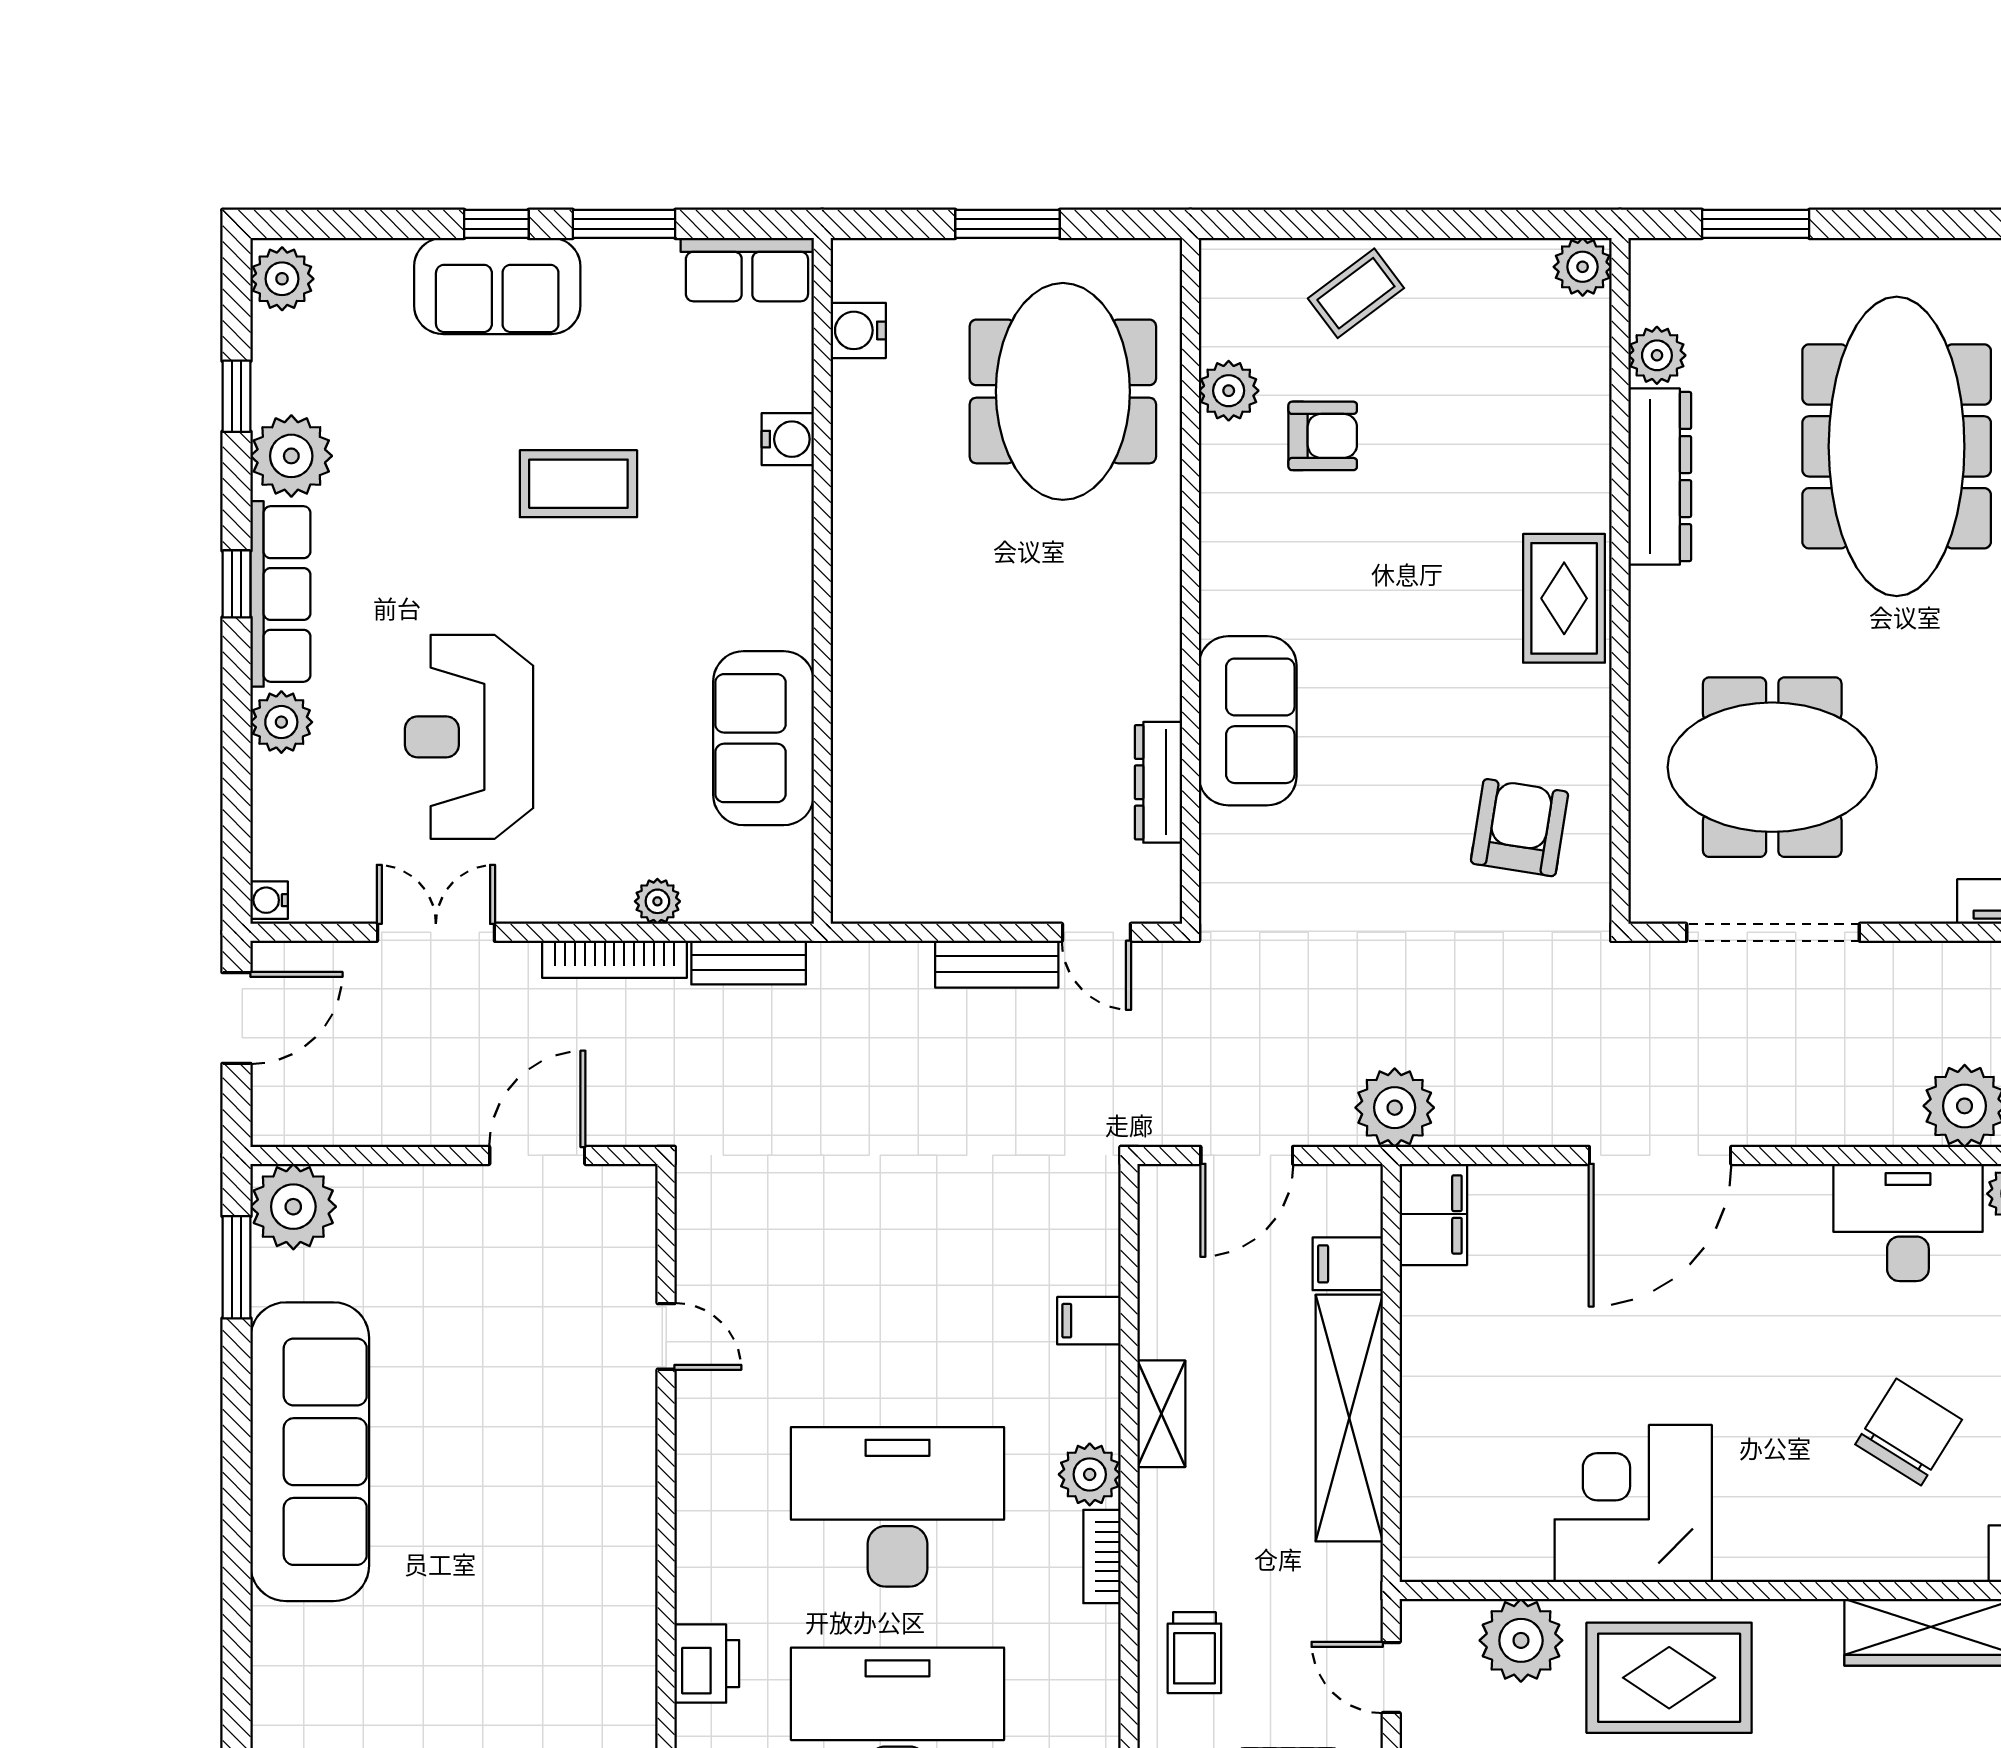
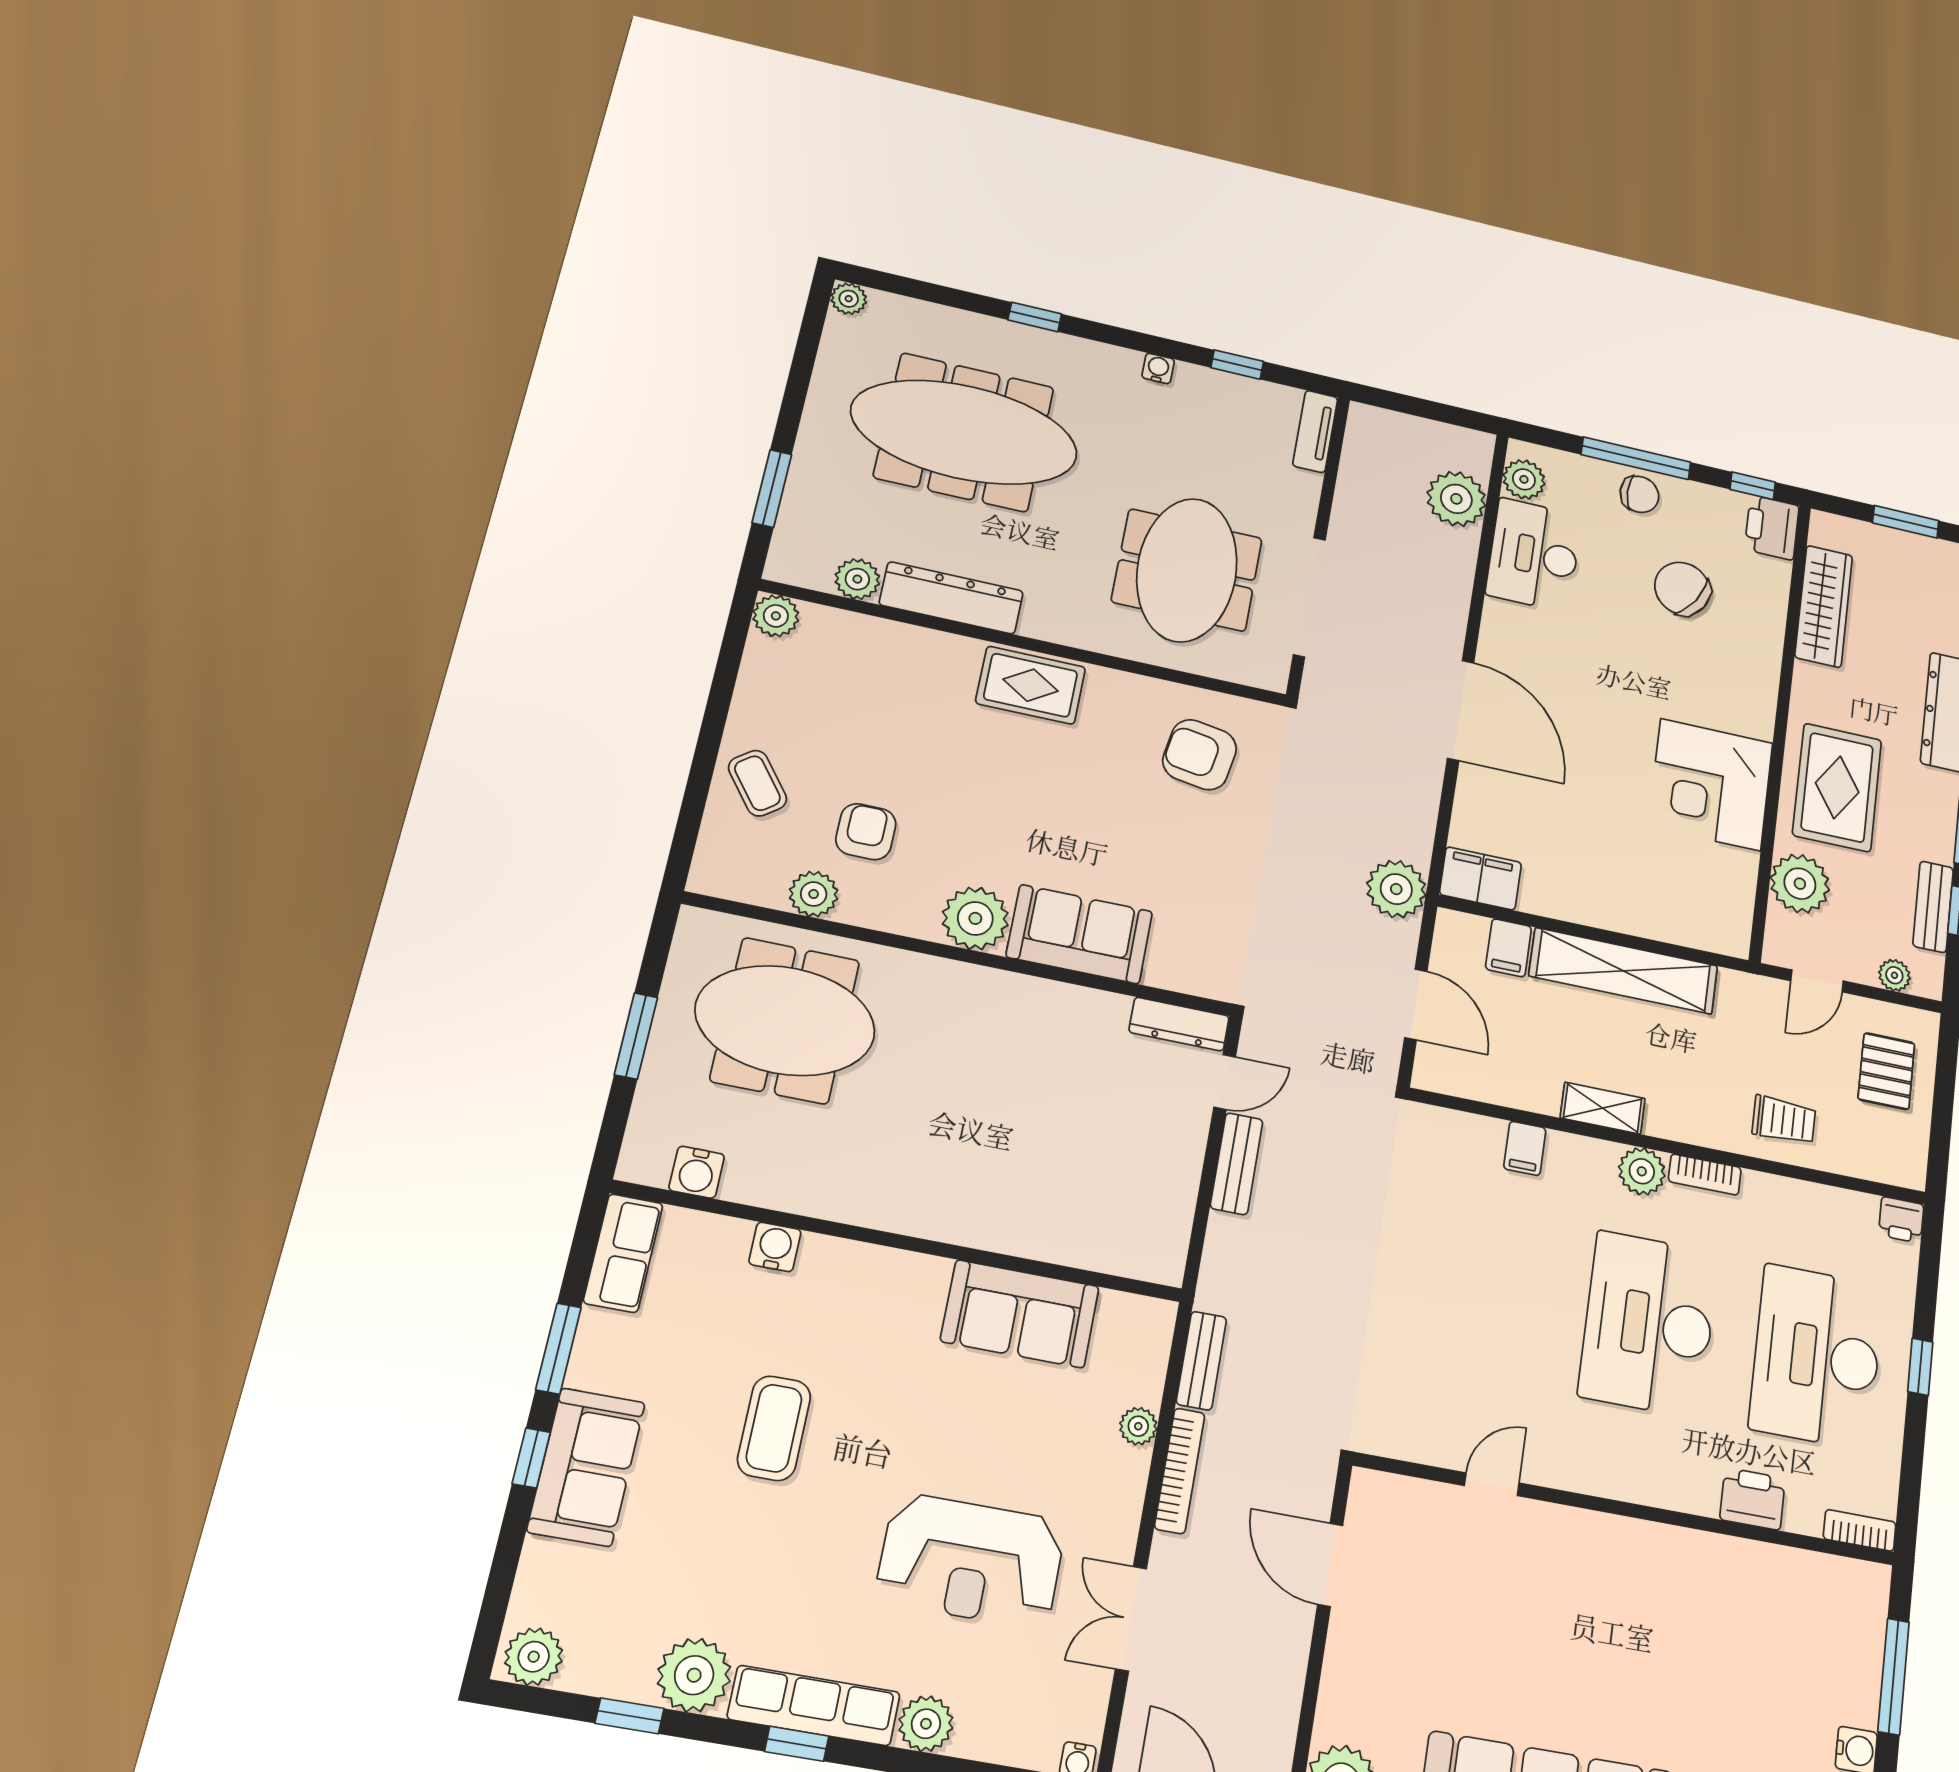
plant: (1240, 590) -> (975, 918), added
dresser: (1158, 782) -> (1179, 1024), moved

